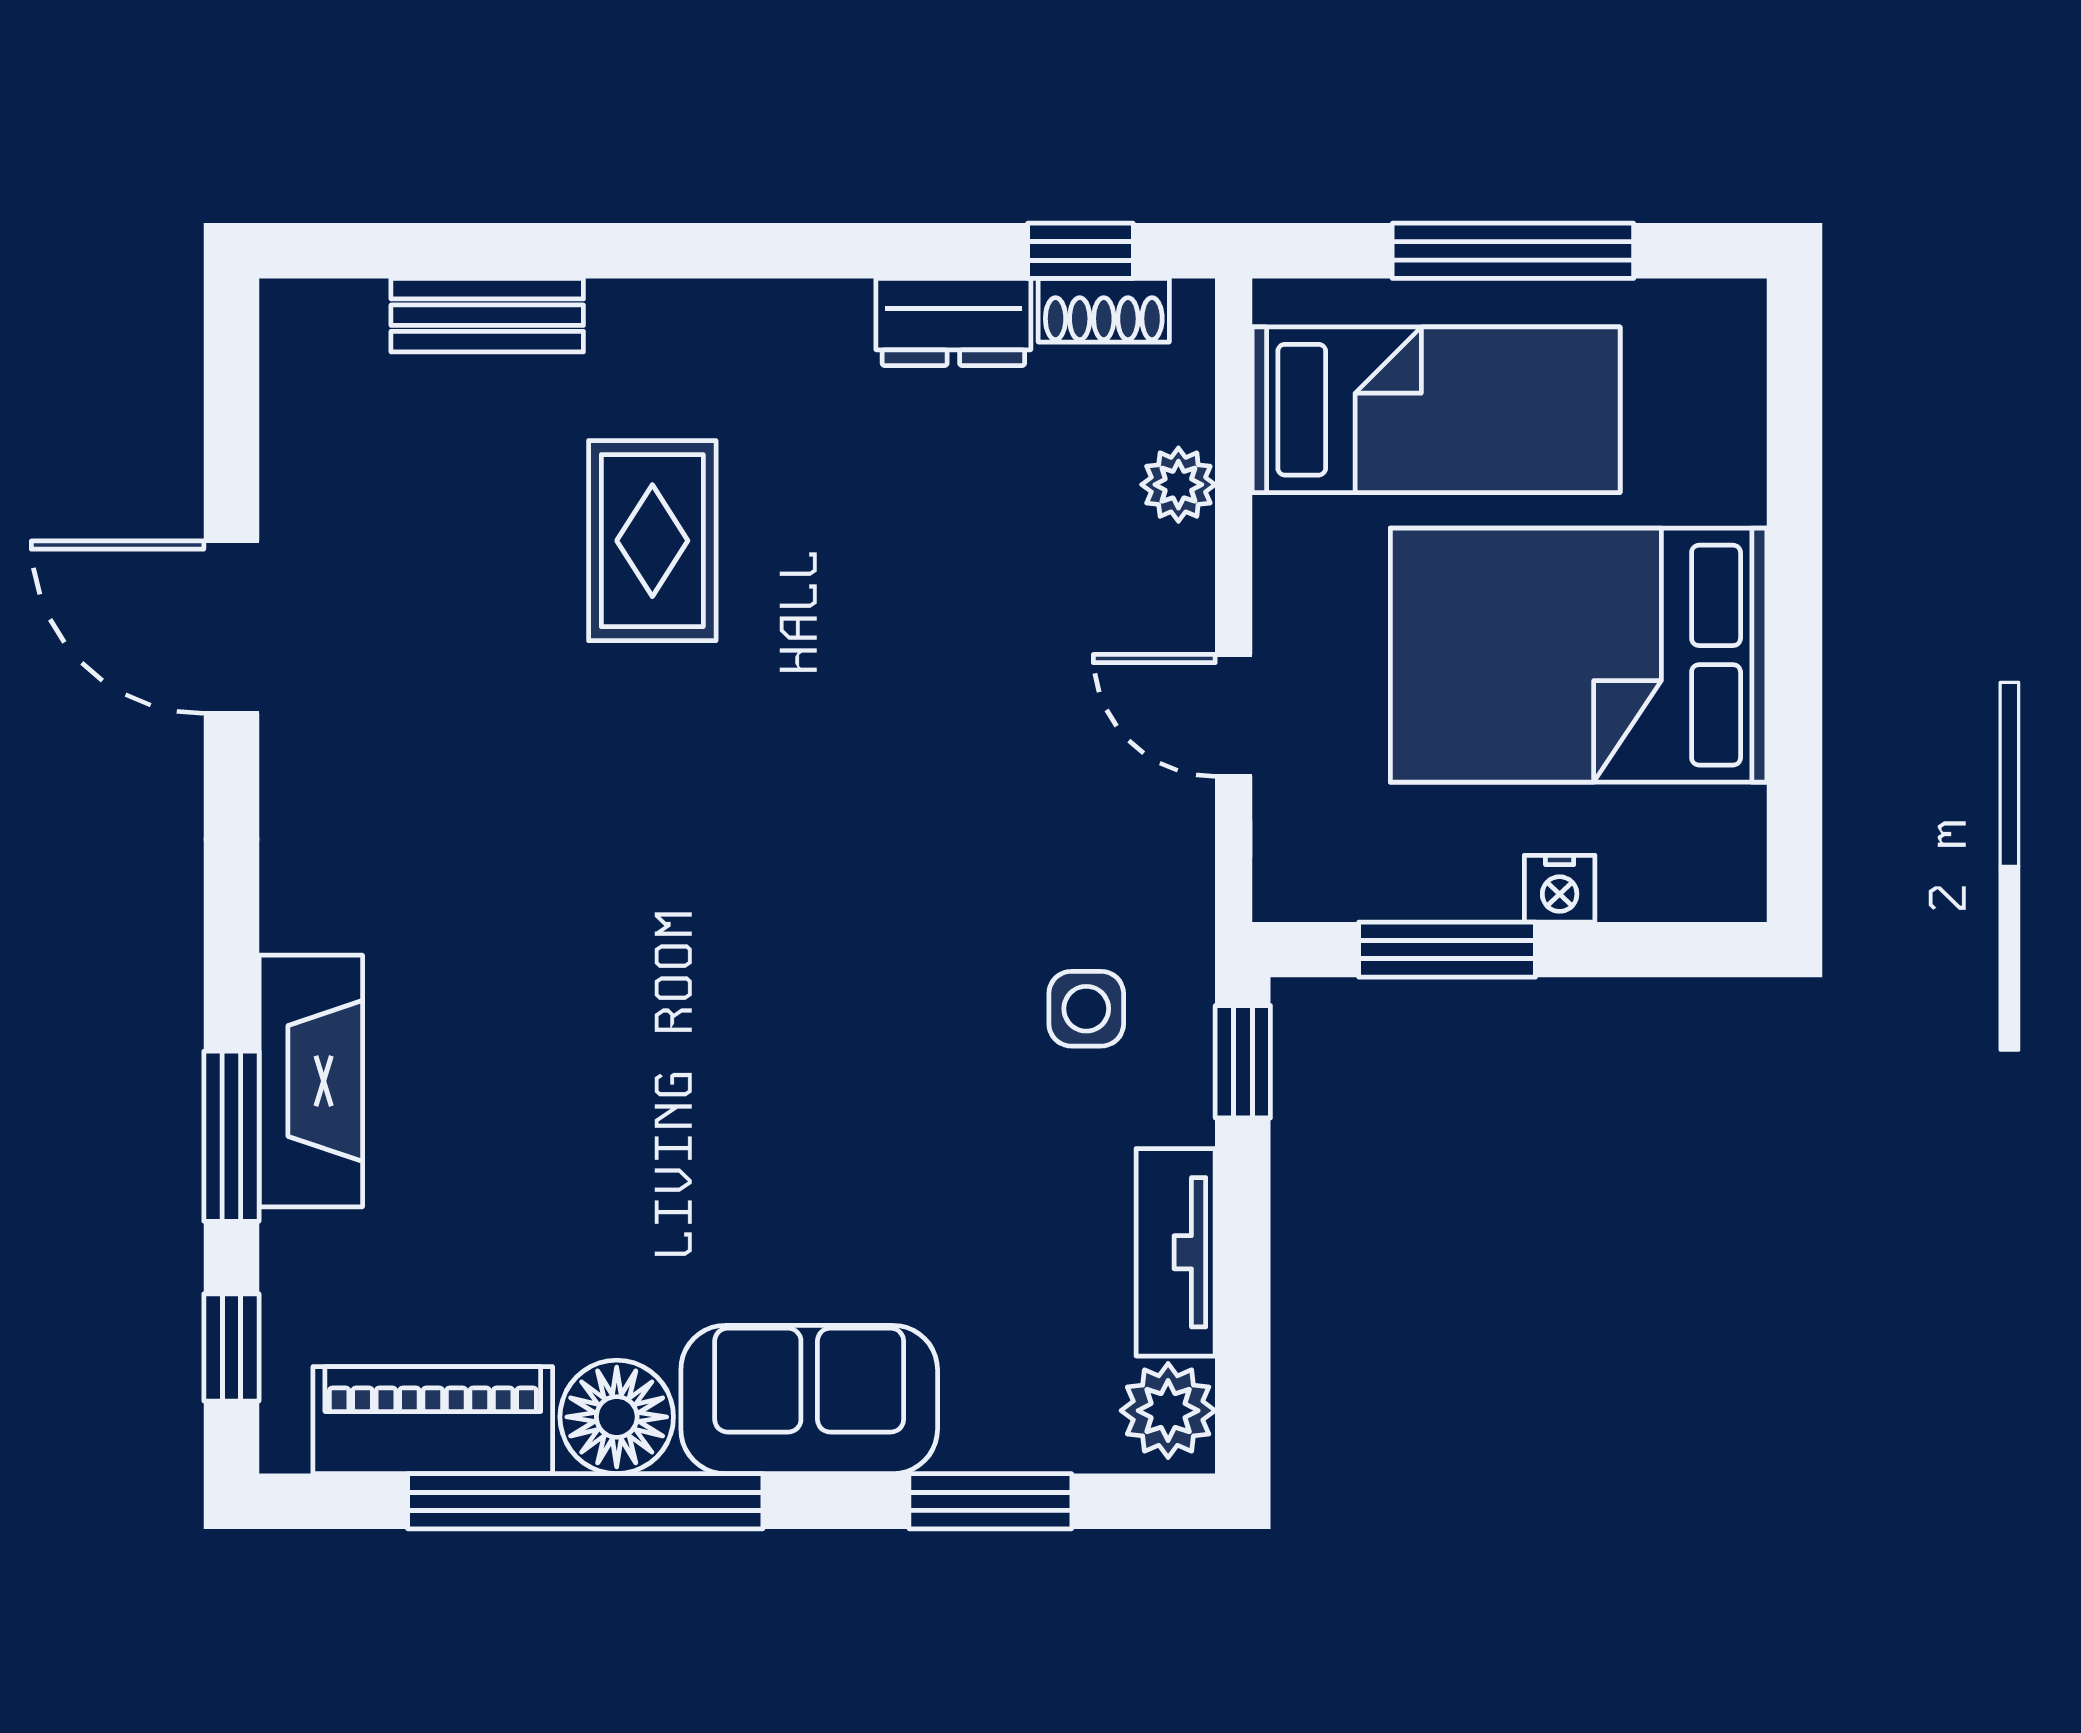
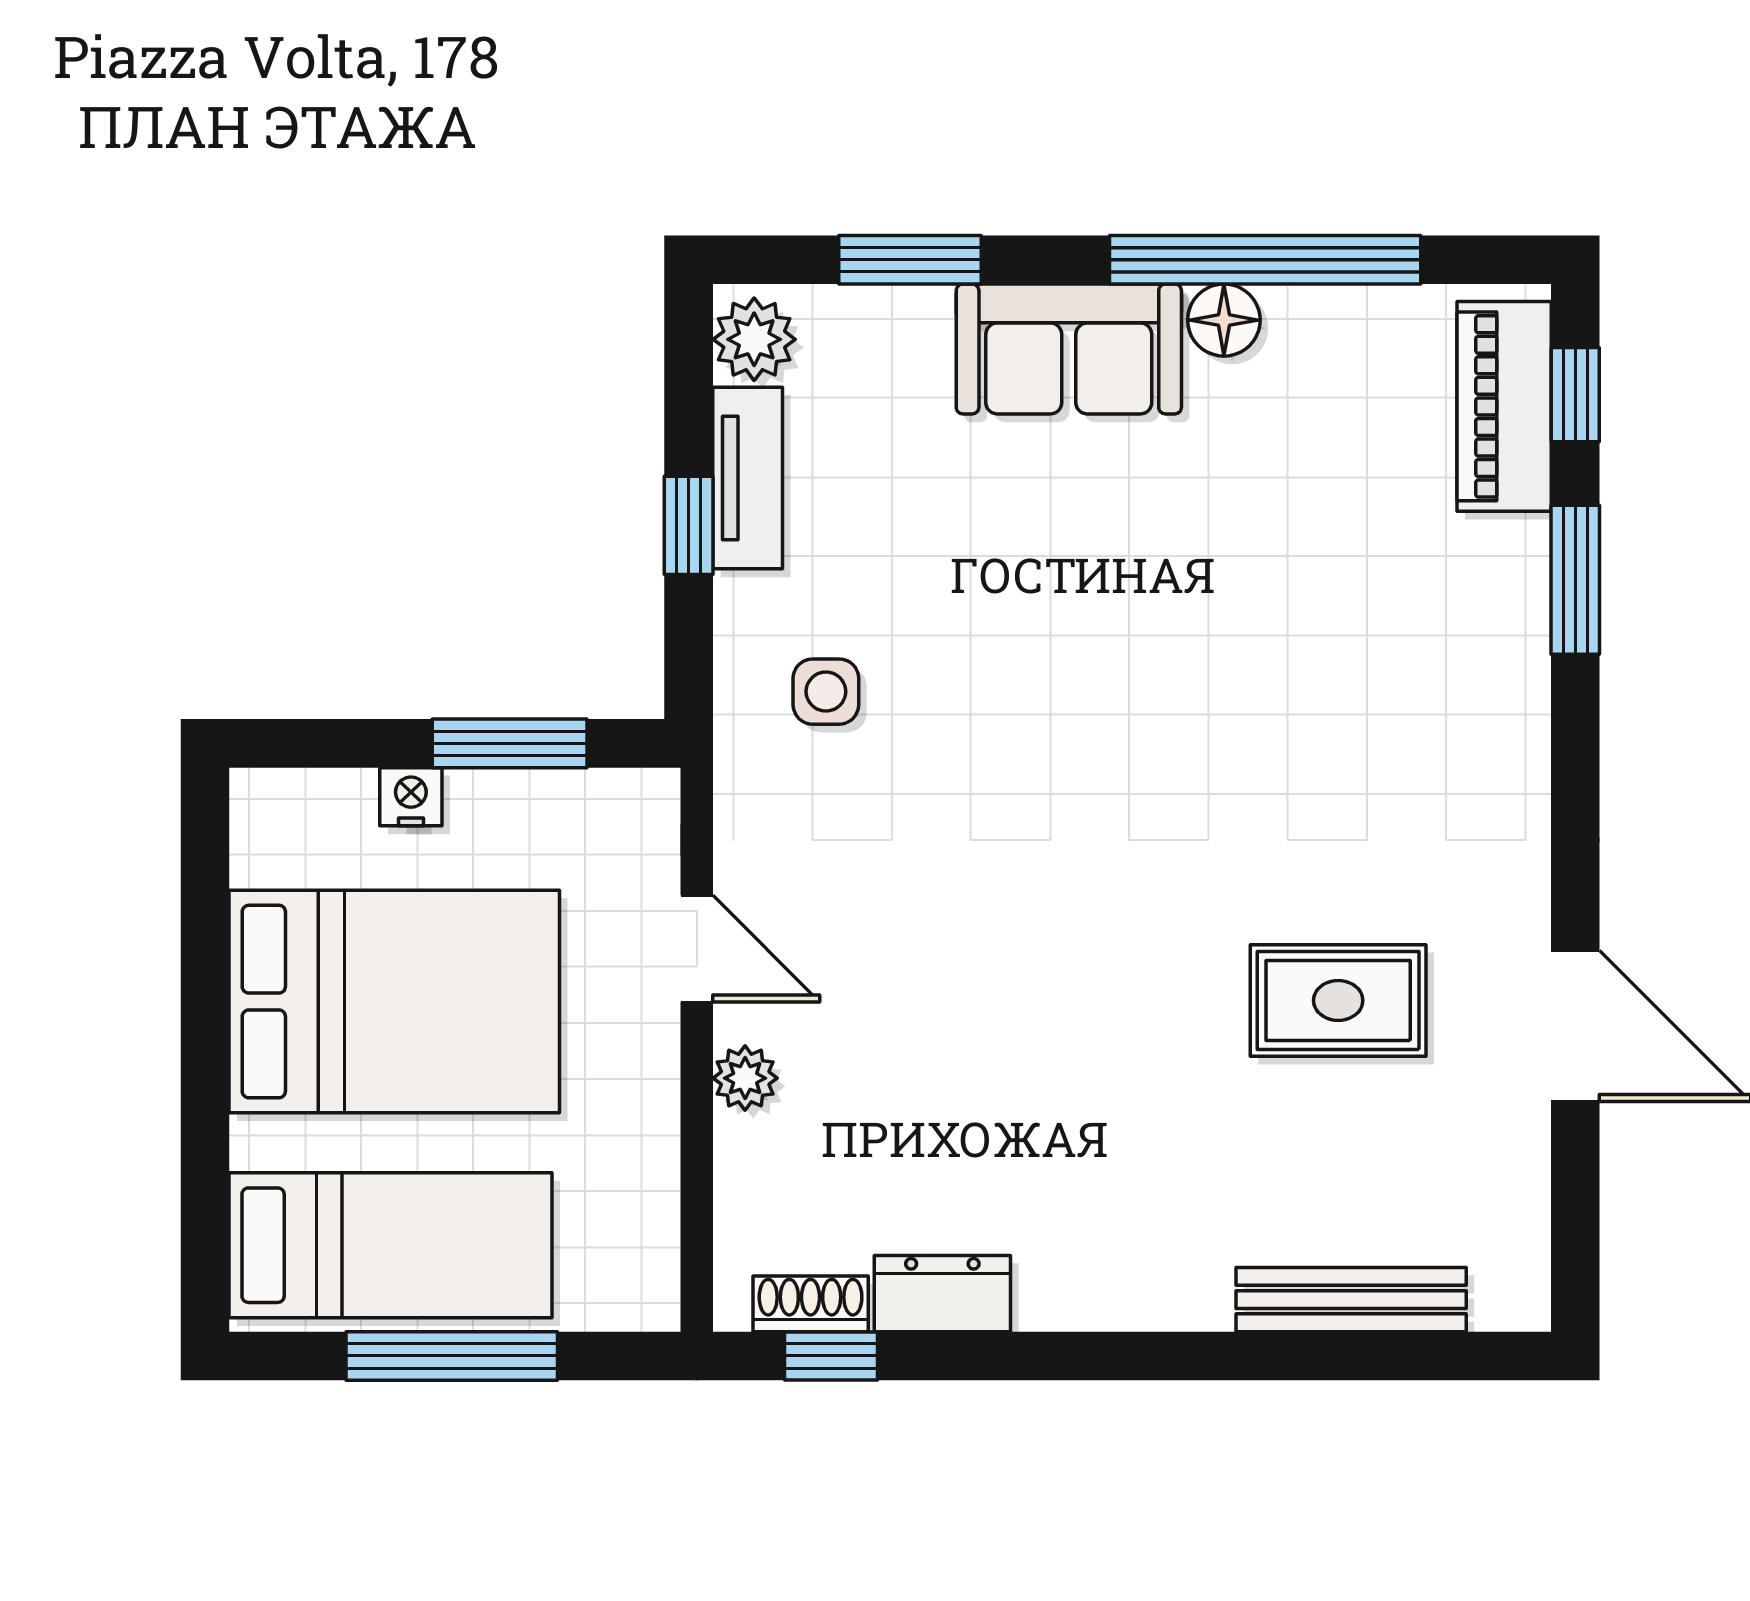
bench: (487, 315) -> (1351, 1300), width x1.36
bed: (1436, 410) -> (391, 1245), moved, turned 180
plant: (1178, 485) -> (745, 1078), moved
rug: (652, 541) -> (1338, 1000), moved, turned 90
window: (1243, 1062) -> (689, 525), moved
fireplace: (311, 1081) -> (1506, 628), removed
floor lamp: (617, 1417) -> (1224, 320), width x0.73, depth x0.73
piano: (433, 1420) -> (1504, 406), moved, turned 90

